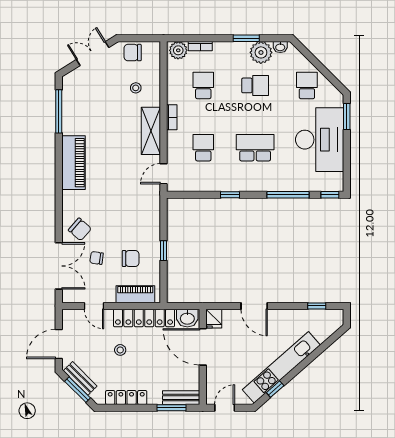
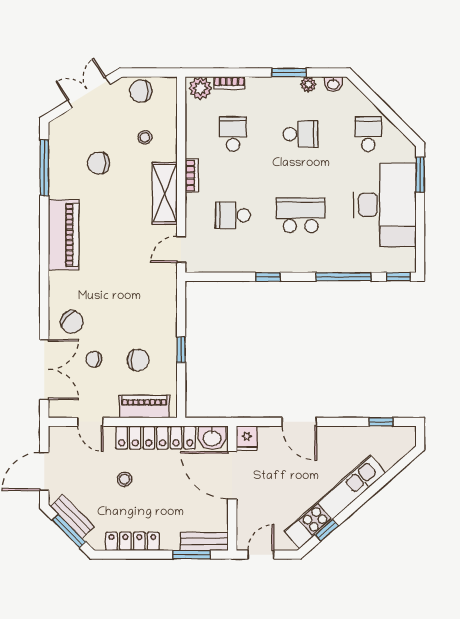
plant: (261, 52) -> (308, 84), width x0.53, depth x0.53
chair: (100, 108) -> (99, 163), added
school desk: (203, 148) -> (233, 215), turned -90

